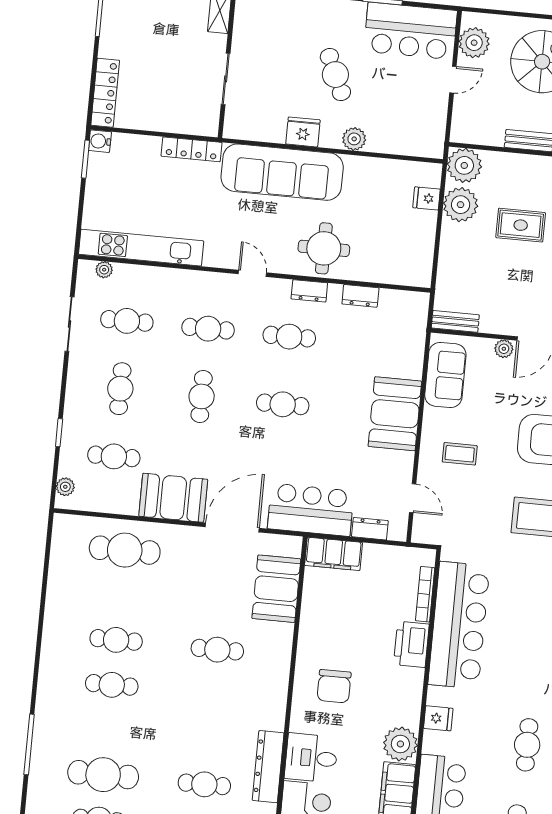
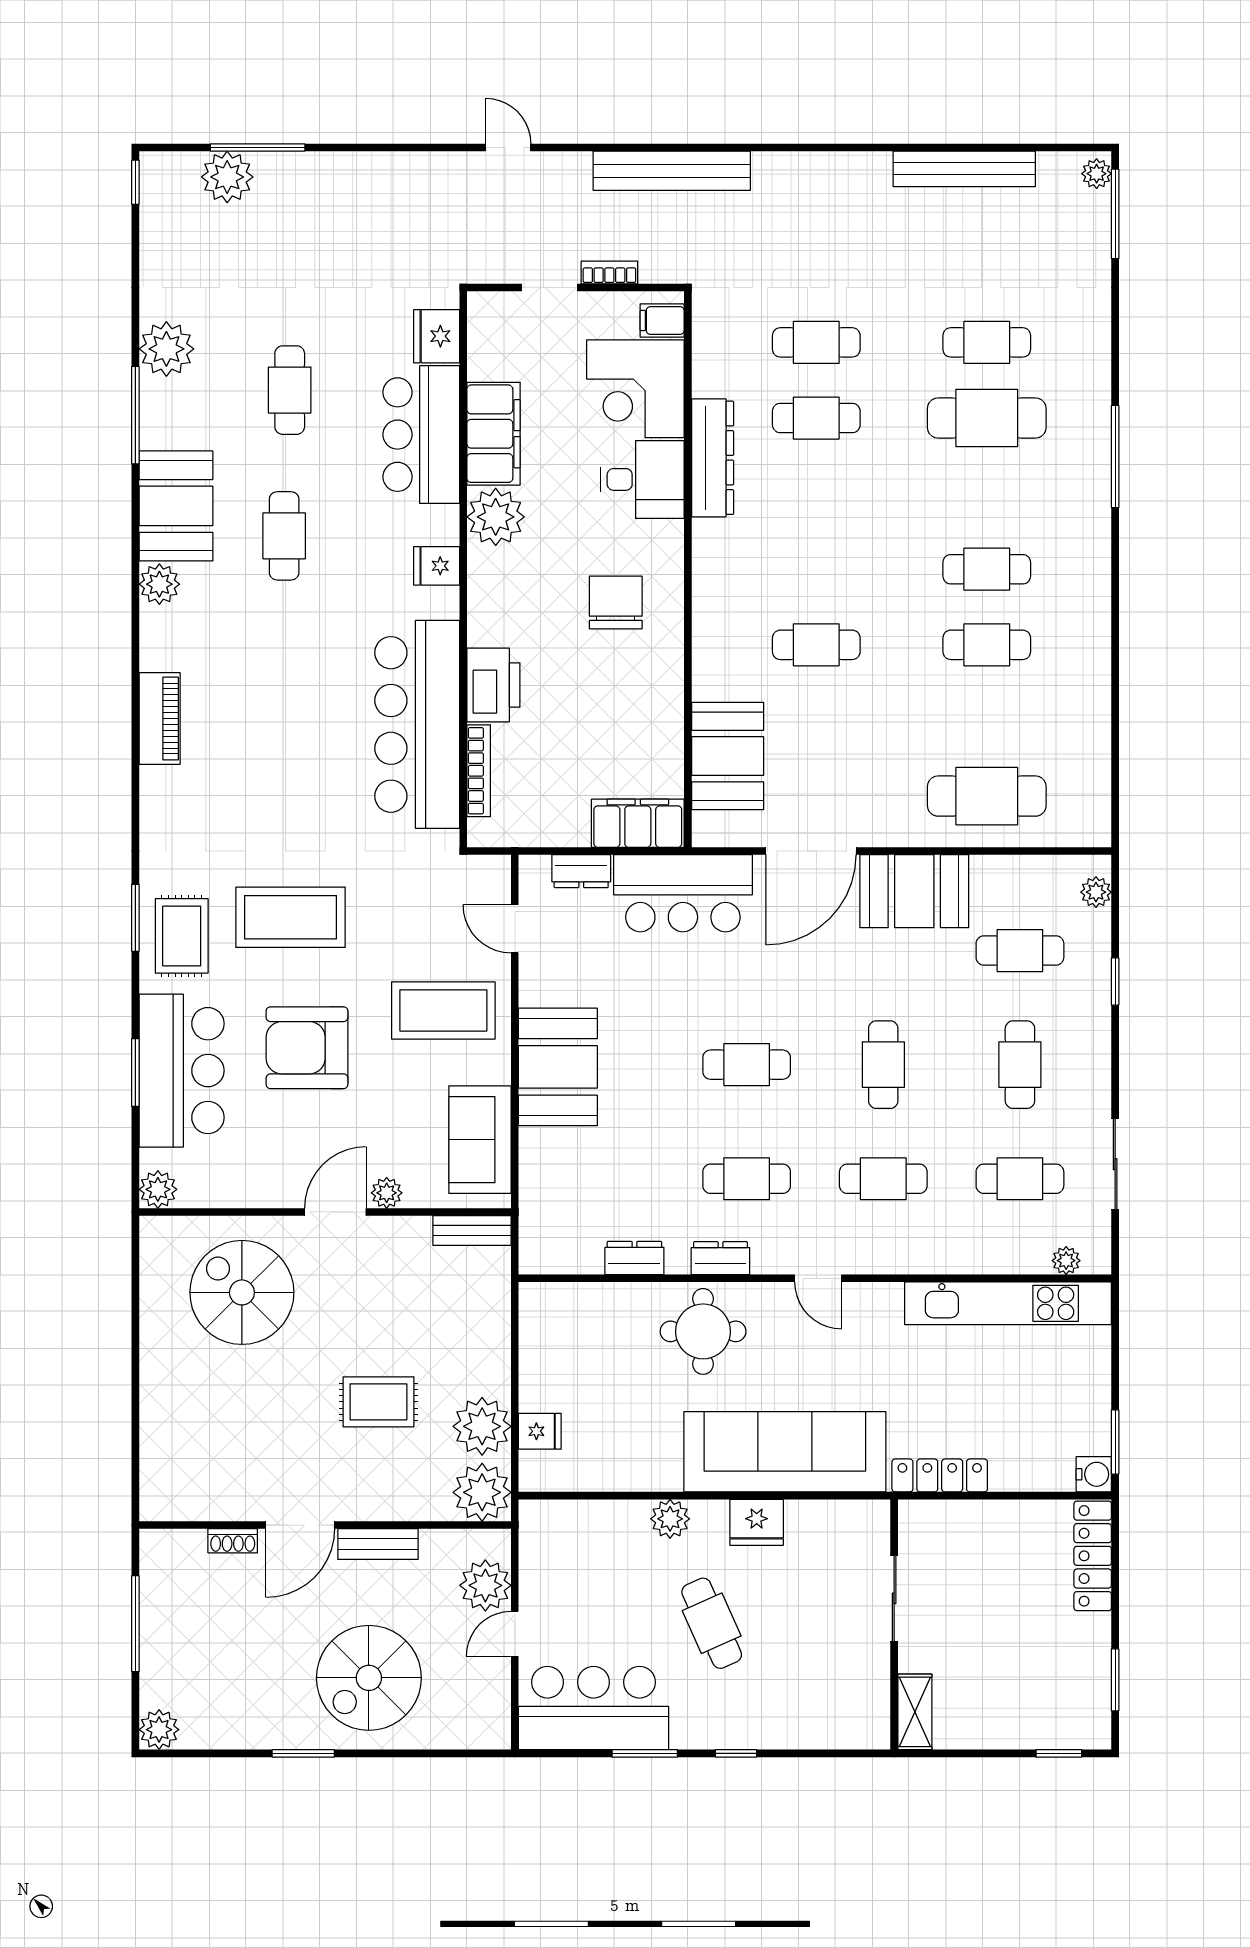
plant: (474, 43) -> (485, 1585), moved
coffee table: (460, 454) -> (443, 1010), width x1.86, depth x1.72

